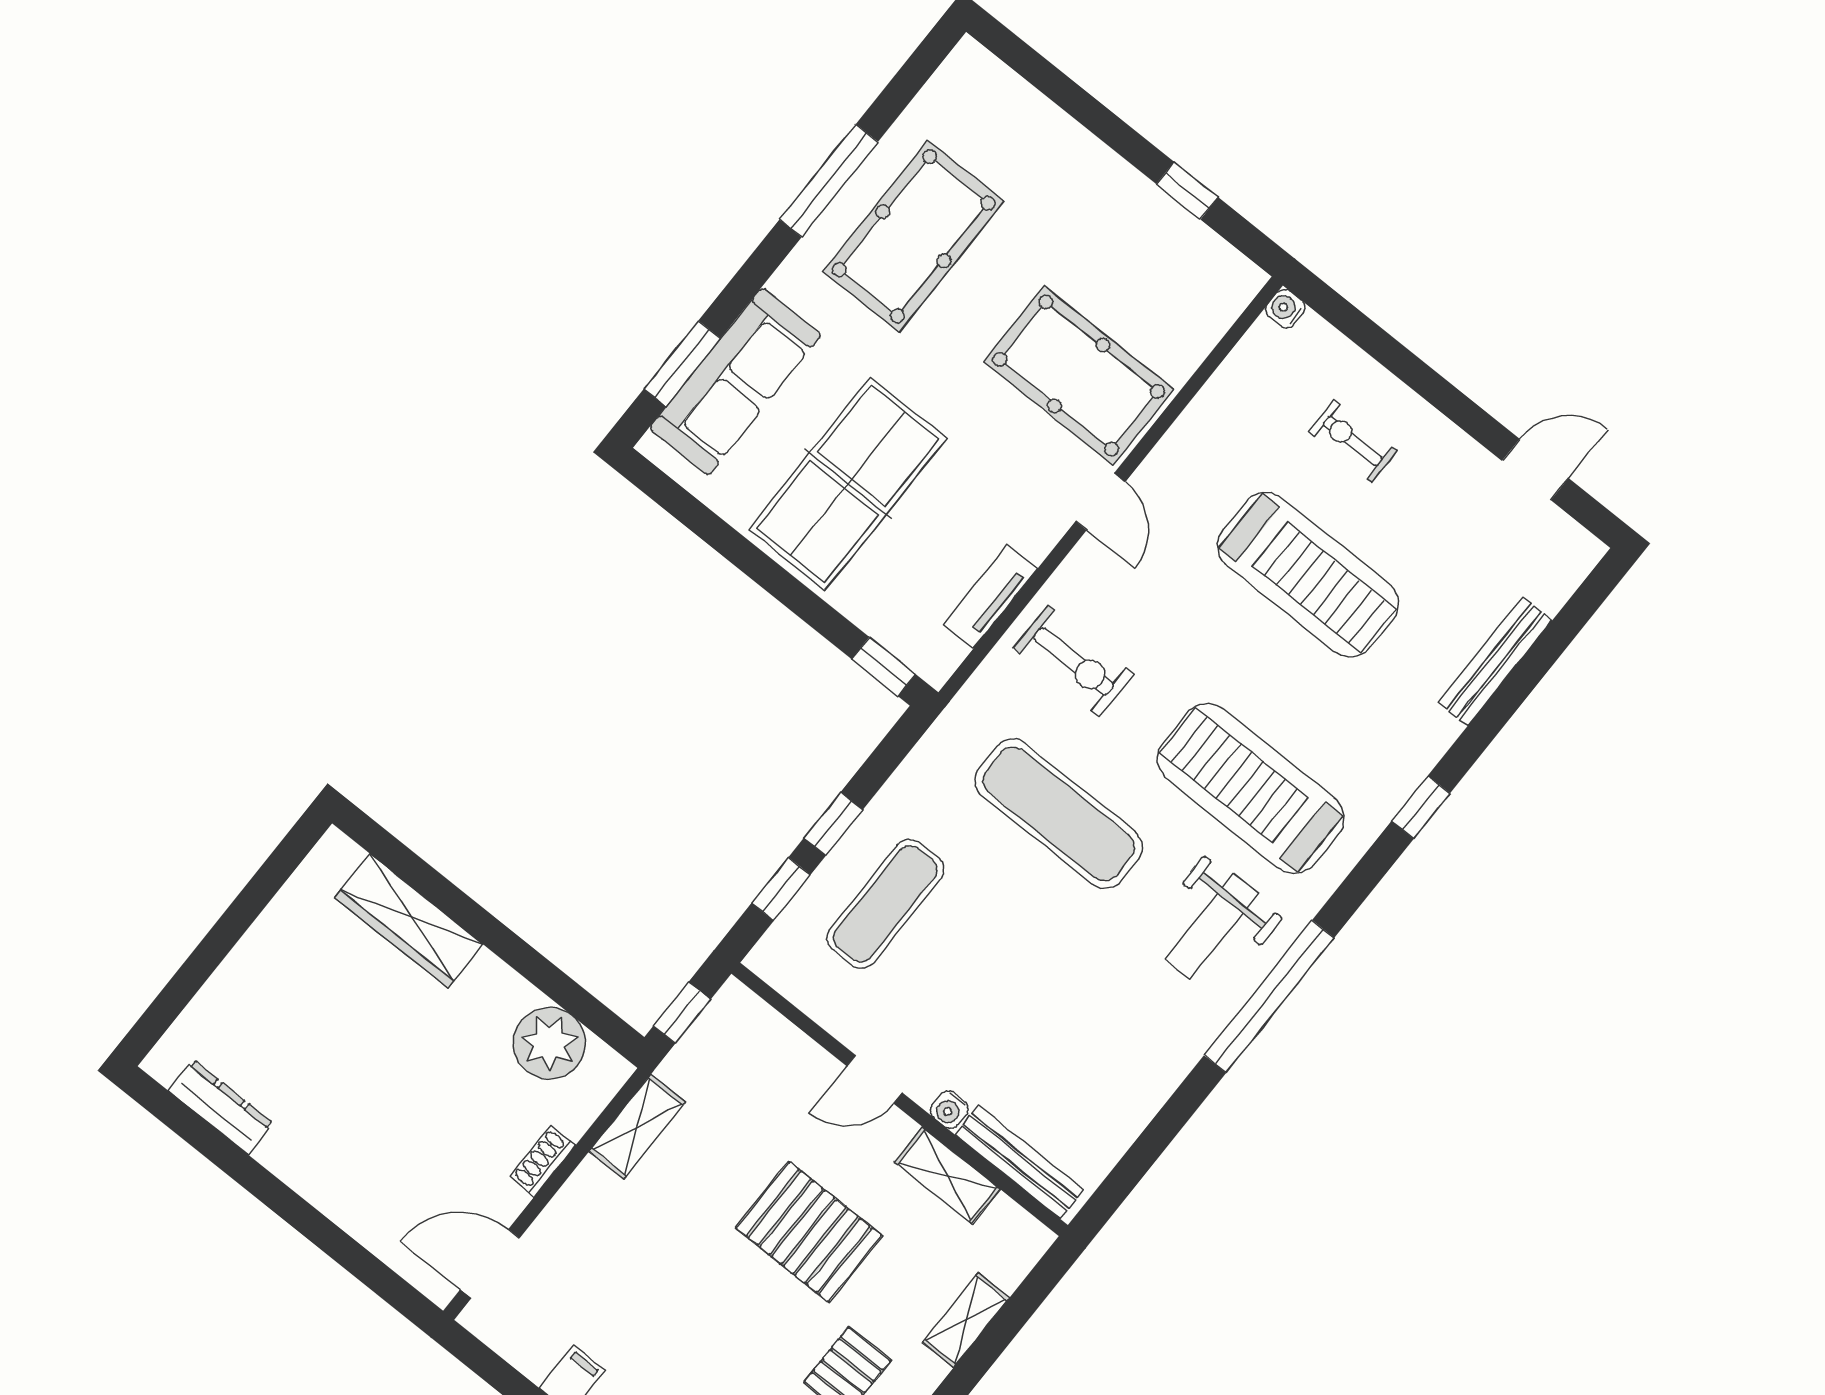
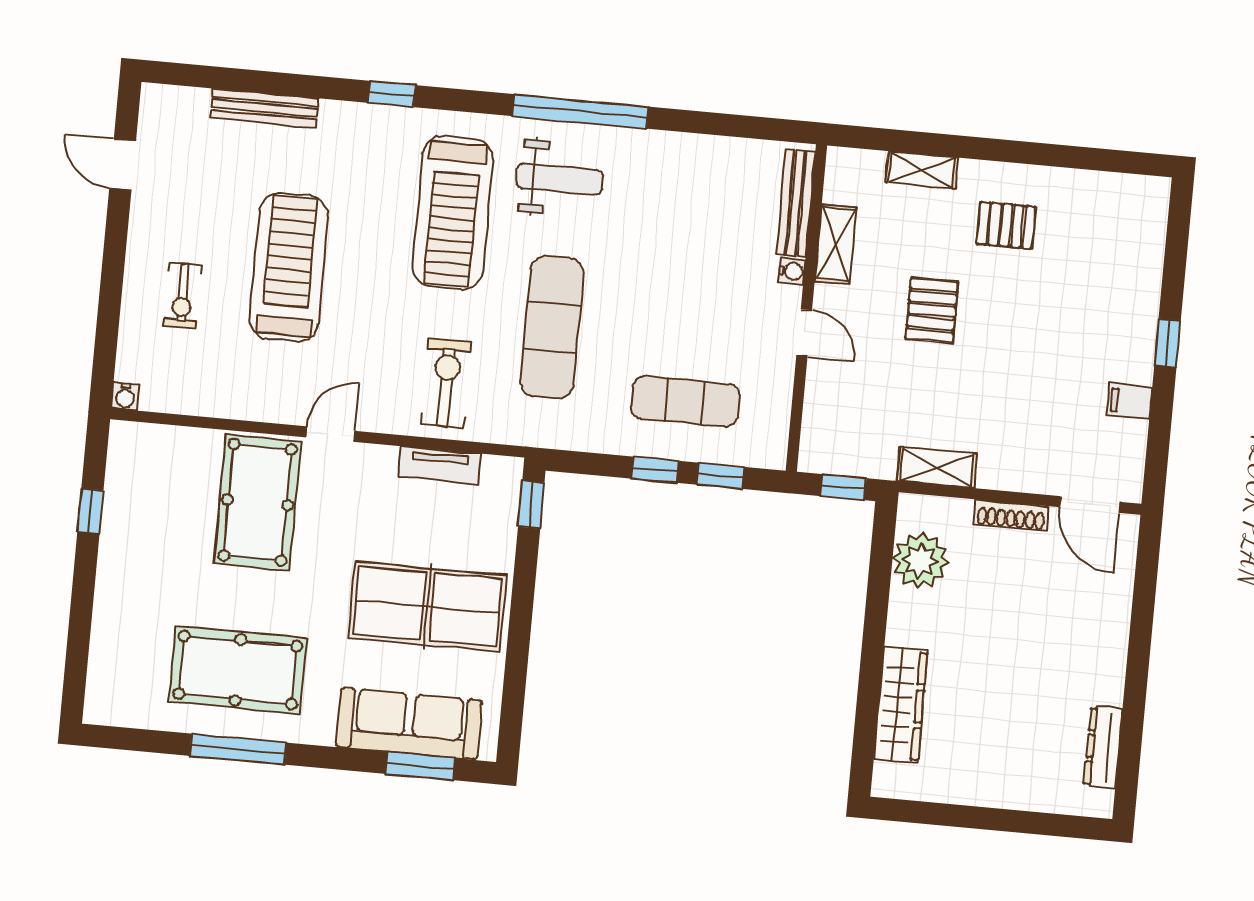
shoe rack: (543, 1161) -> (1011, 515), width x1.43
pallet: (809, 1232) -> (932, 310), width x0.67, depth x0.71

